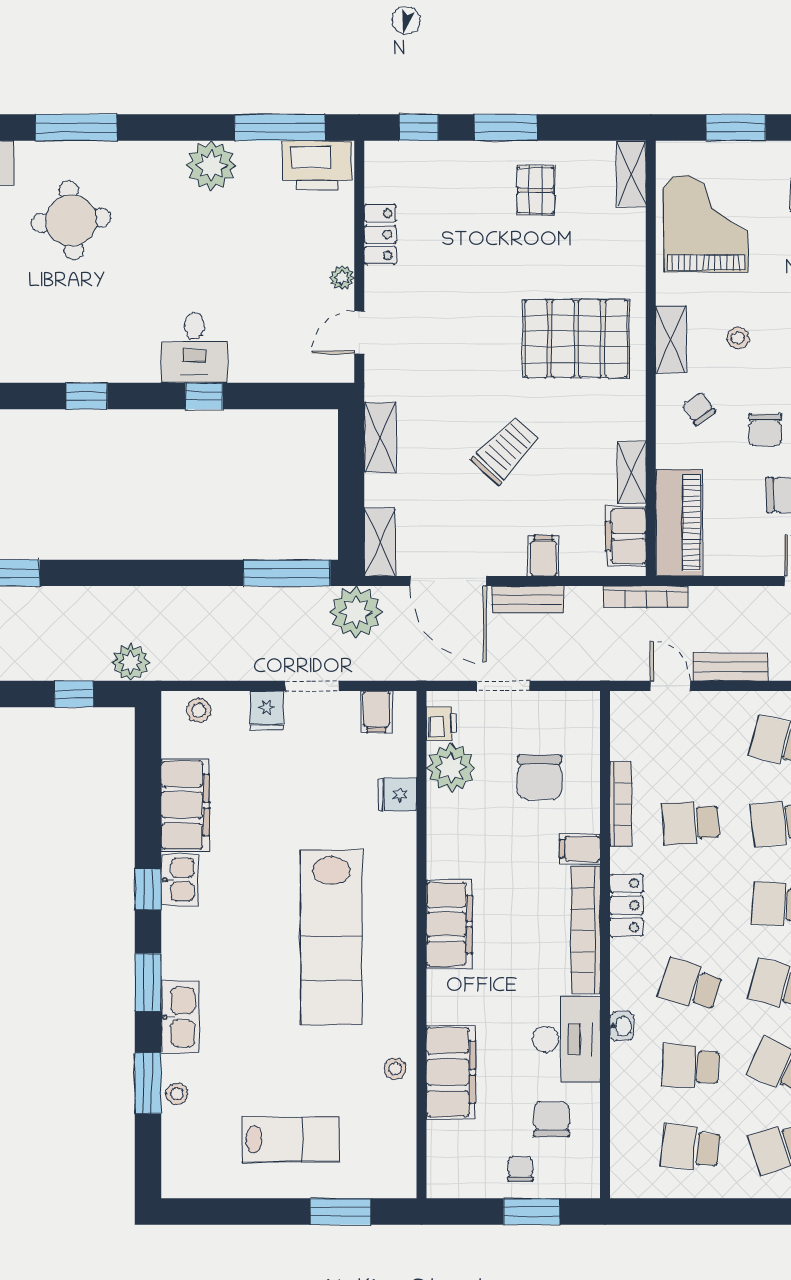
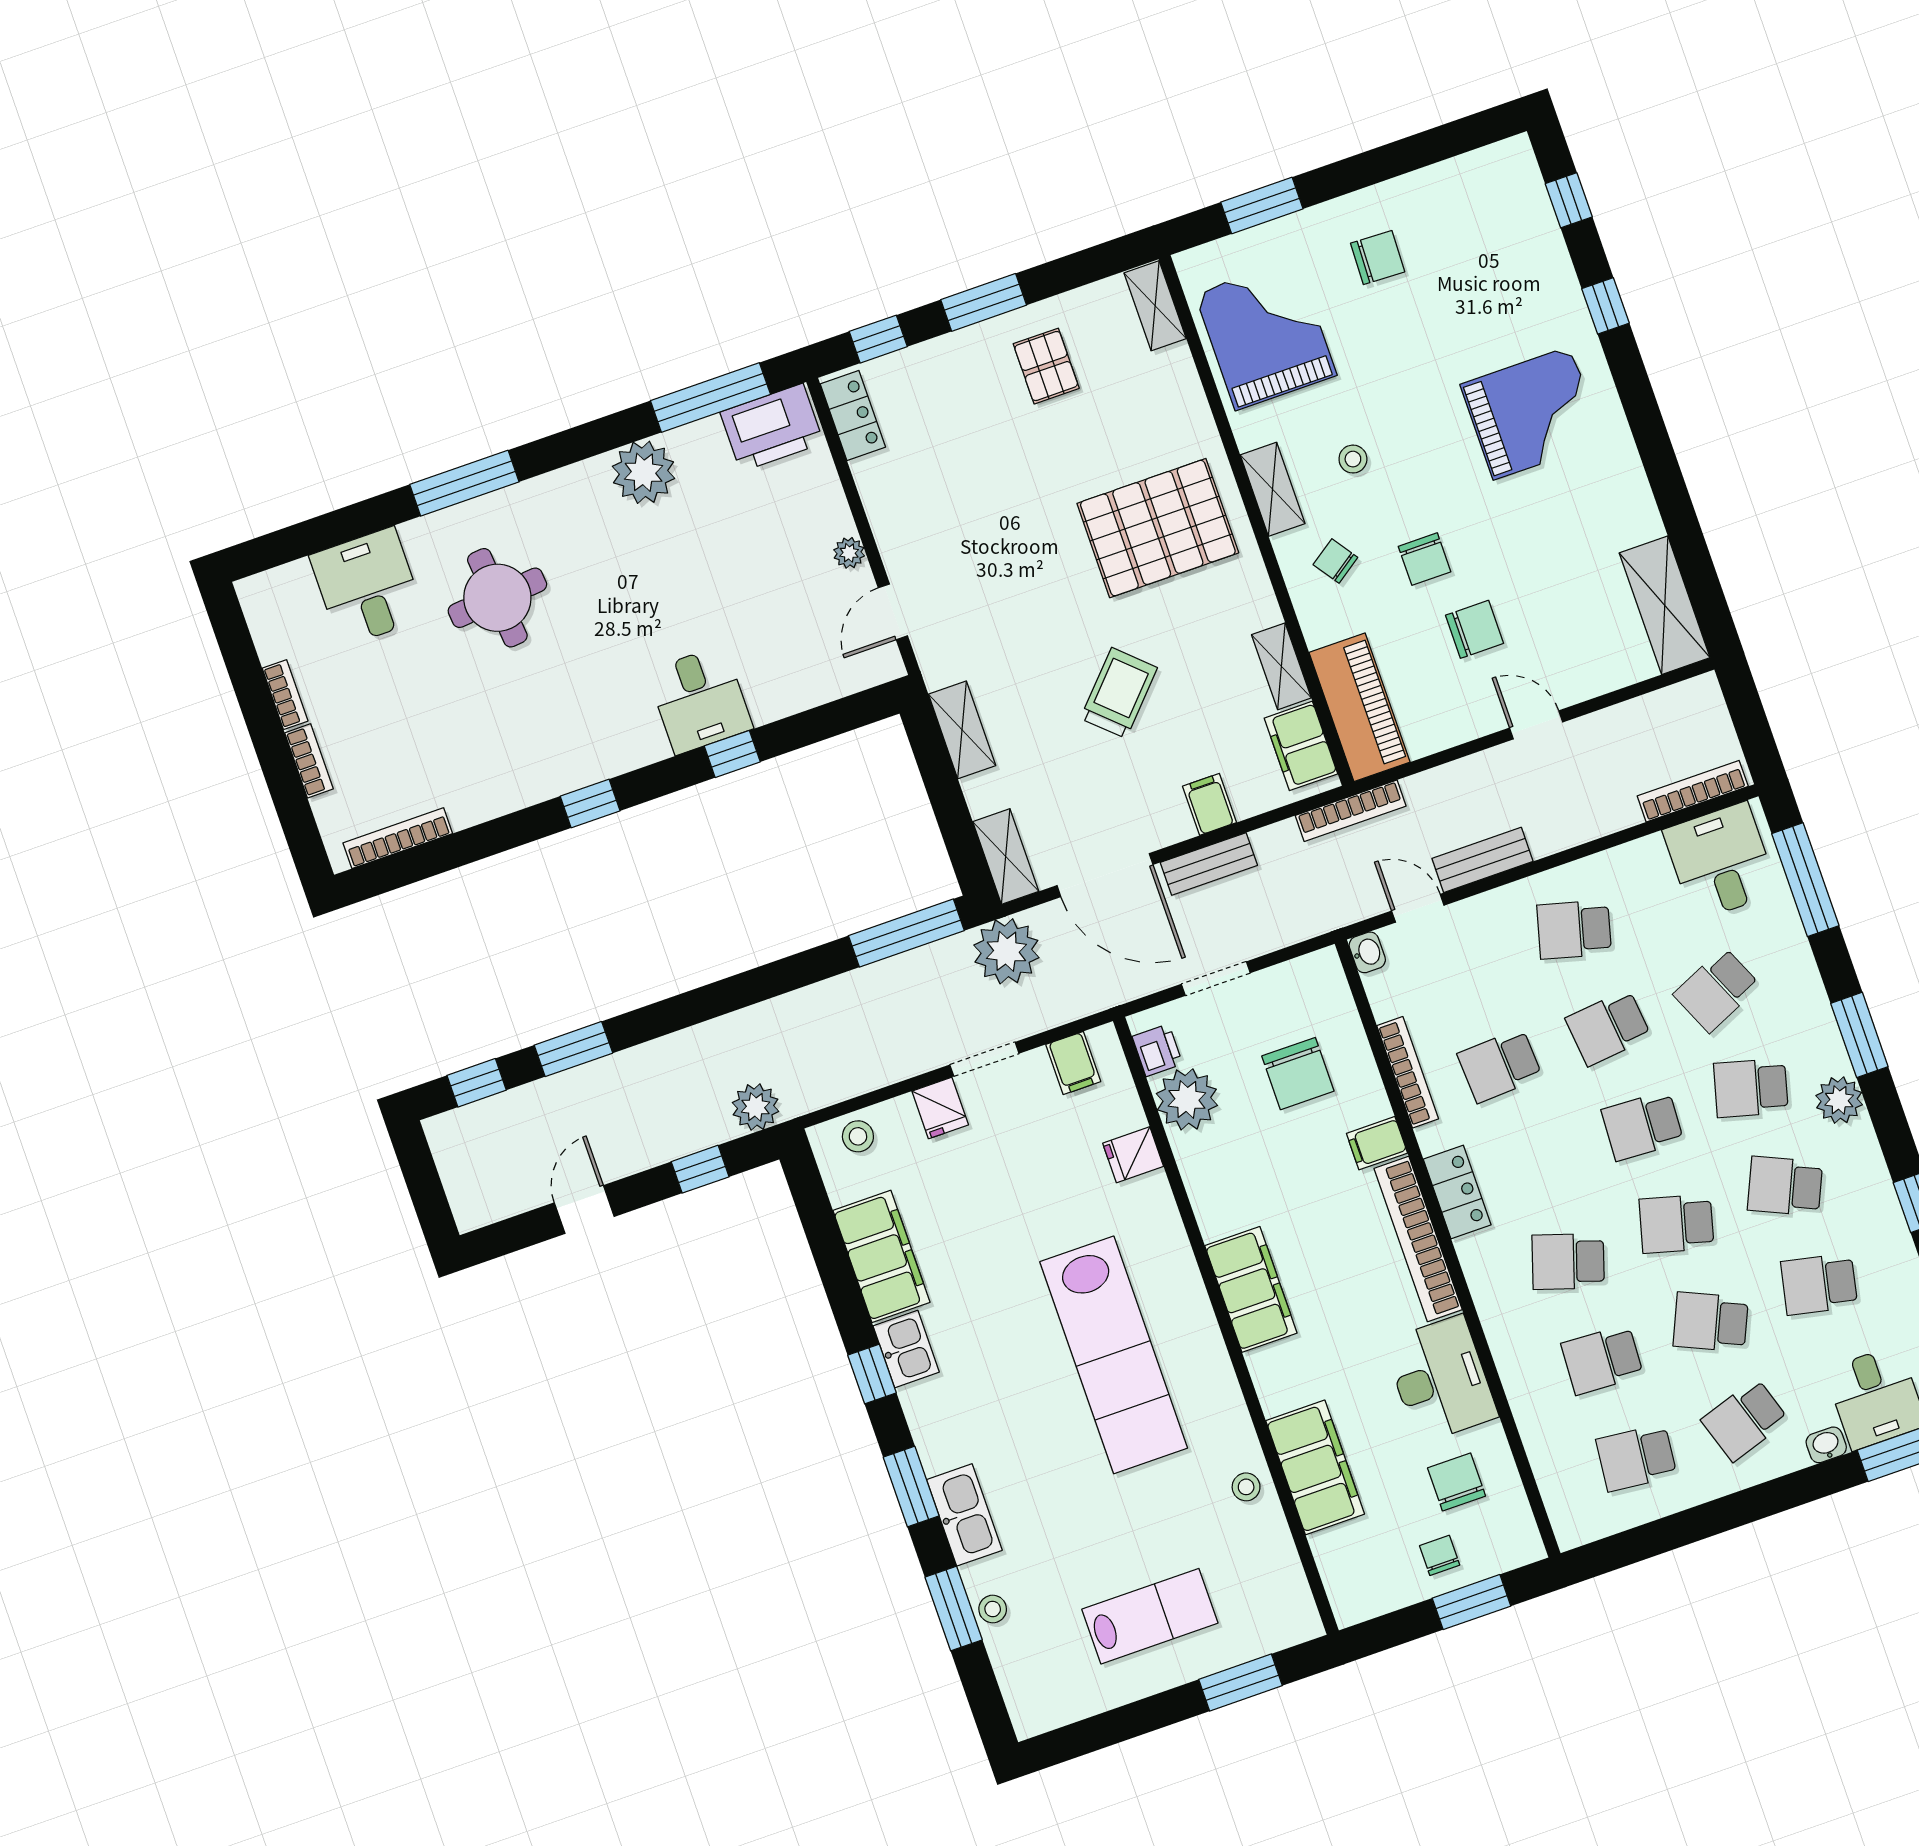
locker: (380, 234) -> (853, 415), moved
washbasin: (622, 1026) -> (1367, 952), moved

